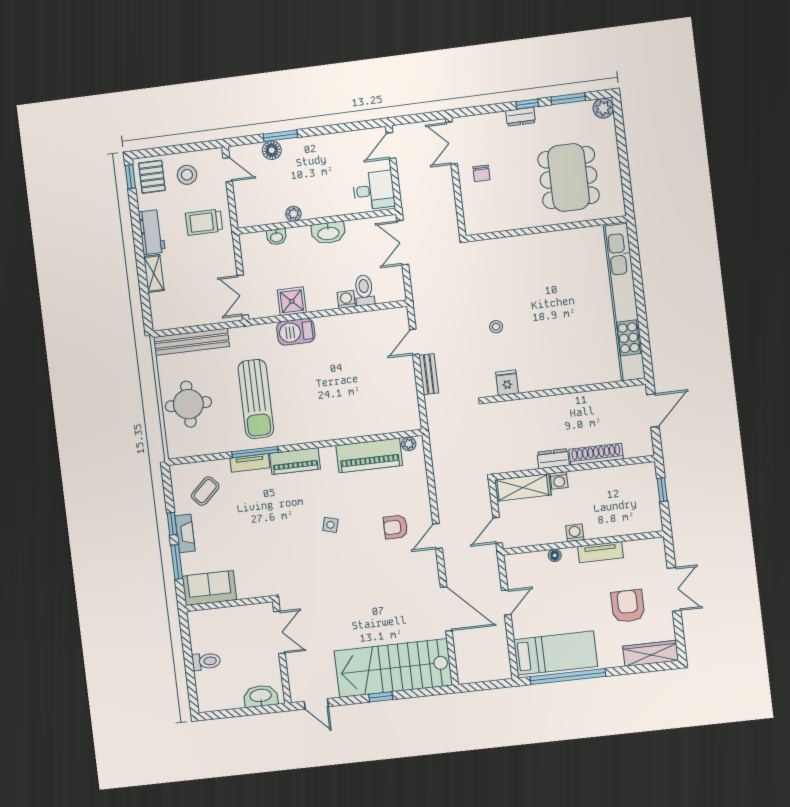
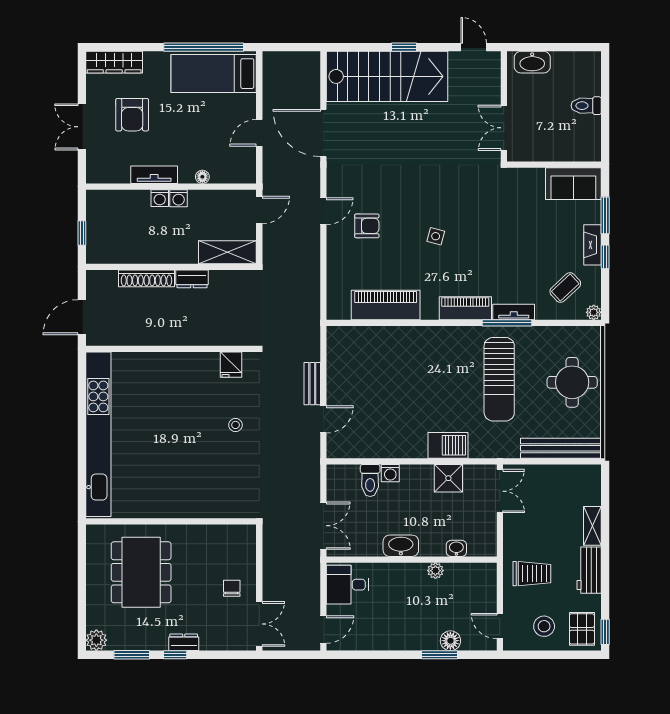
sun lounger: (256, 399) -> (499, 379), turned 180
plant: (409, 444) -> (594, 312), moved
washing machine: (559, 480) -> (160, 198), moved, turned 180

